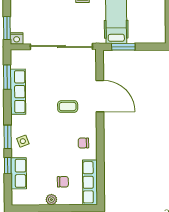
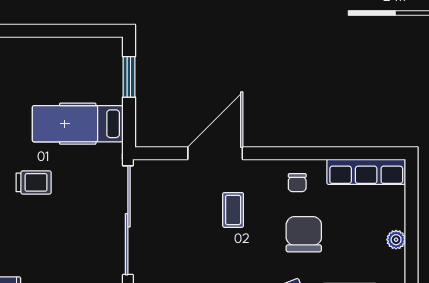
window: (123, 47) -> (129, 77), moved
chair: (63, 182) -> (304, 234), moved, width x1.87, depth x1.87

